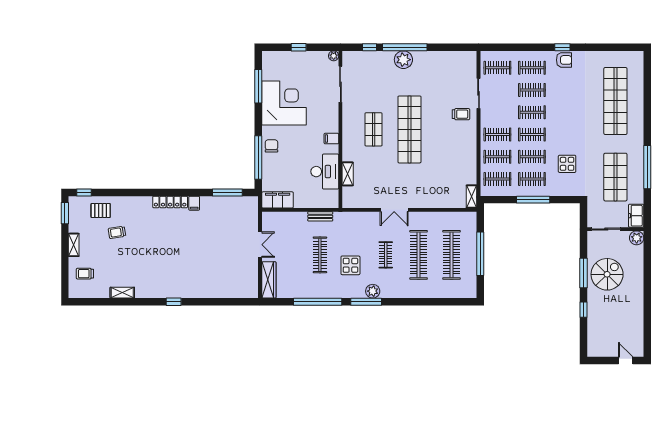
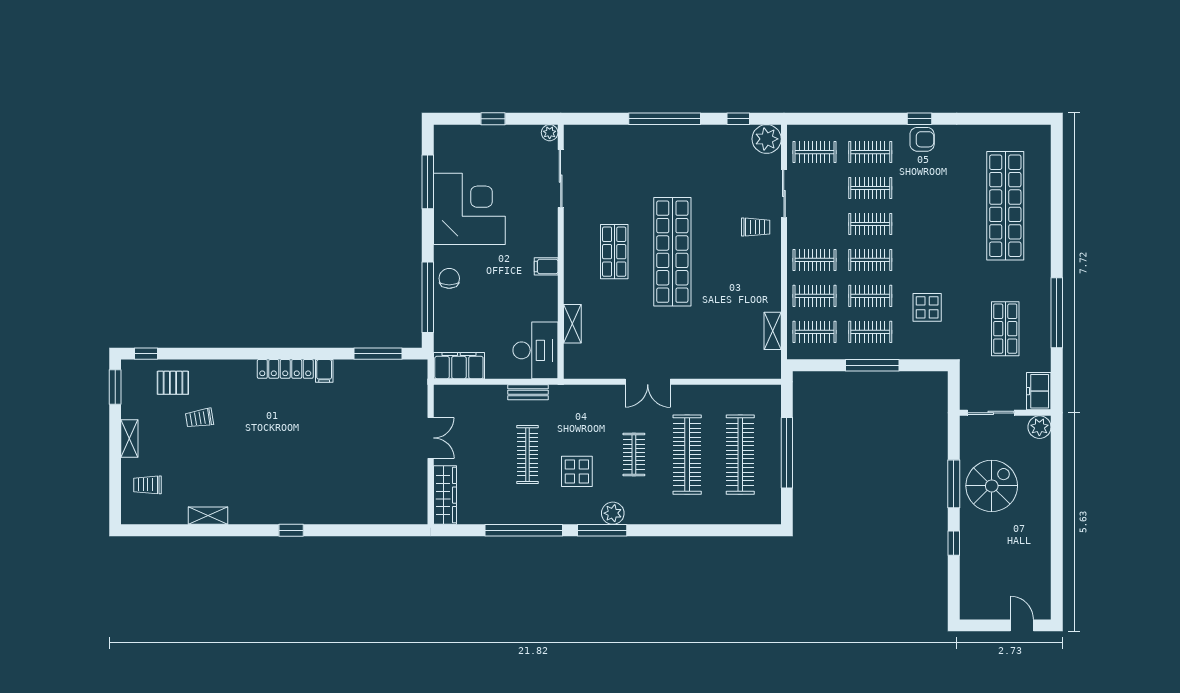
window: (370, 47) -> (738, 119), moved
plant: (403, 60) -> (767, 139), moved
desk: (325, 172) -> (535, 350), moved
shop shelf: (615, 177) -> (1005, 329), width x0.70, depth x0.74
shelving: (472, 196) -> (773, 331), moved

